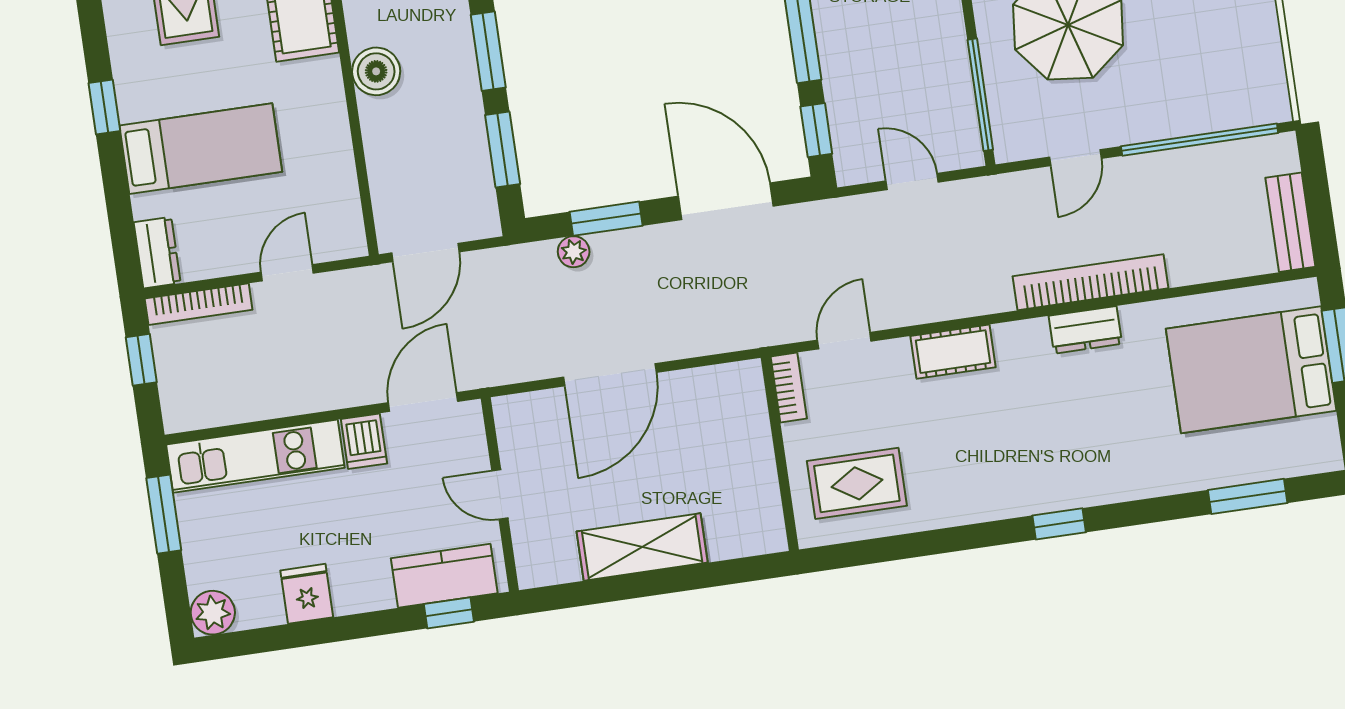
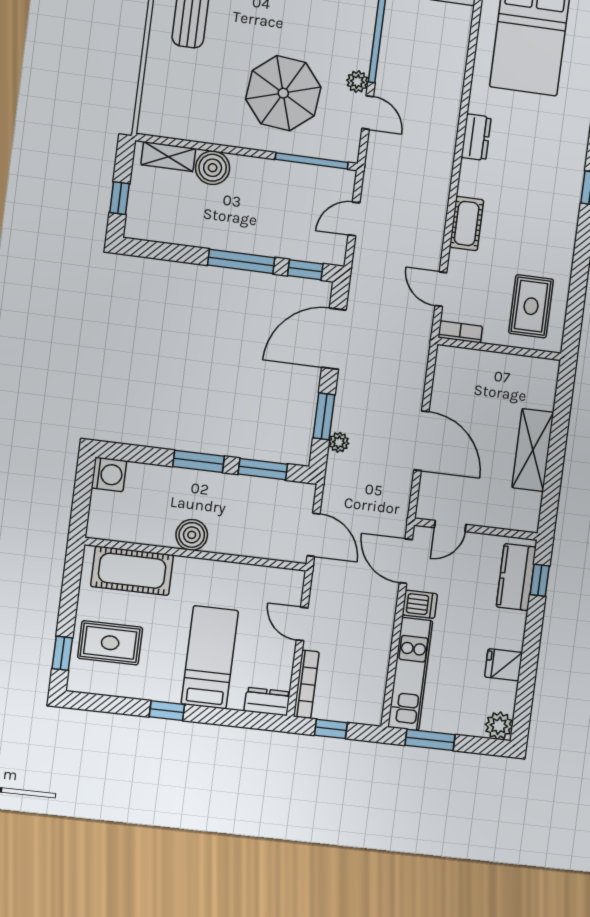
plant: (1117, 130) -> (357, 82), added
bookcase: (1090, 282) -> (448, 126), removed
door: (500, 494) -> (450, 526), moved

